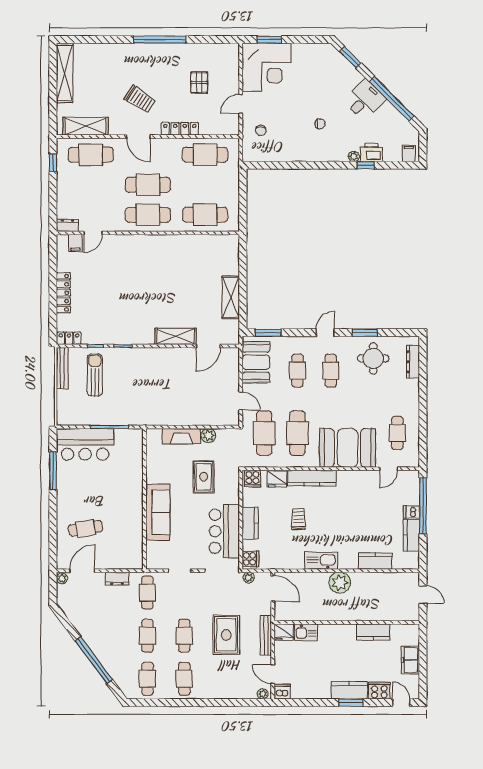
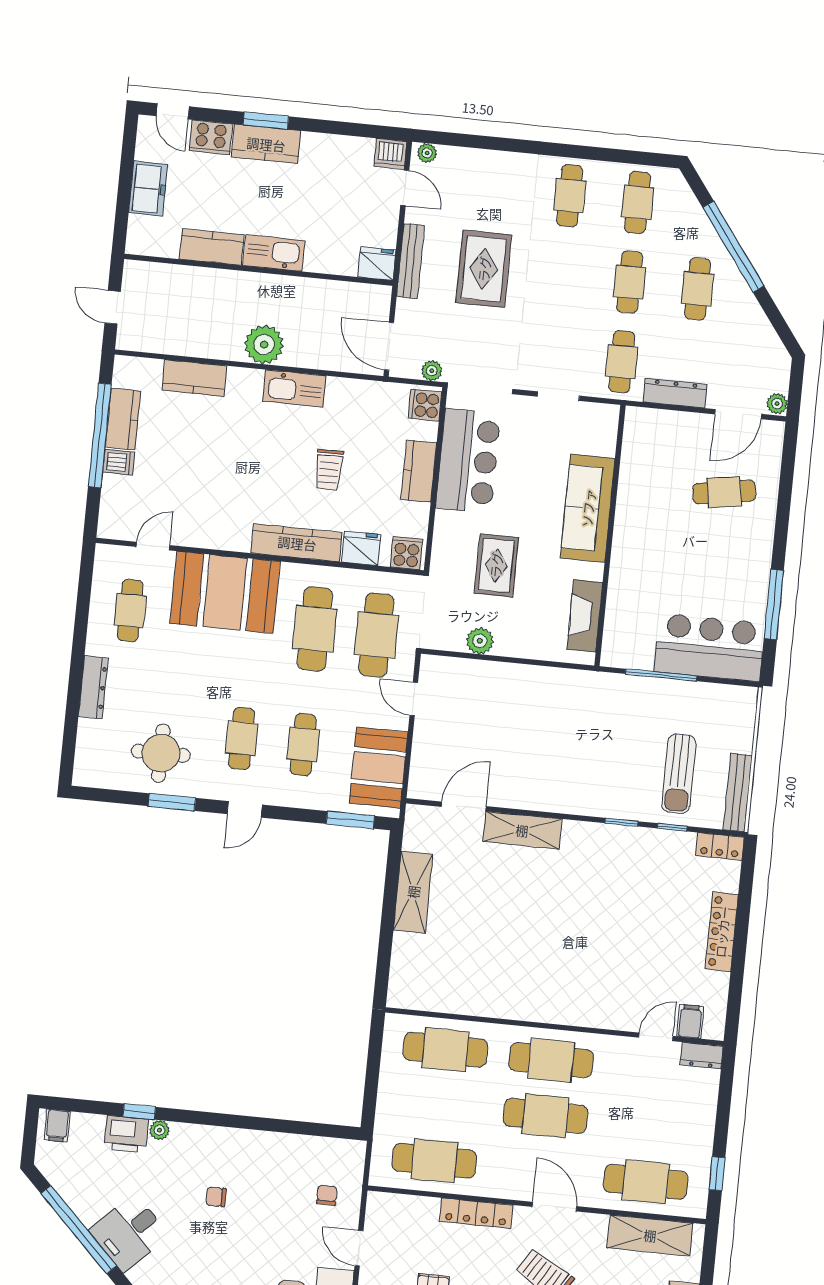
door: (241, 104) -> (359, 1248), swing flipped
dresser: (413, 362) -> (93, 687), moved
fireplace: (181, 436) -> (585, 616), moved, turned -90
window: (423, 506) -> (100, 436), moved
dresser: (117, 579) -> (675, 393), width x1.44
kitchen sink: (306, 632) -> (274, 253), moved, width x1.38
cafe table: (184, 636) -> (698, 289), moved

